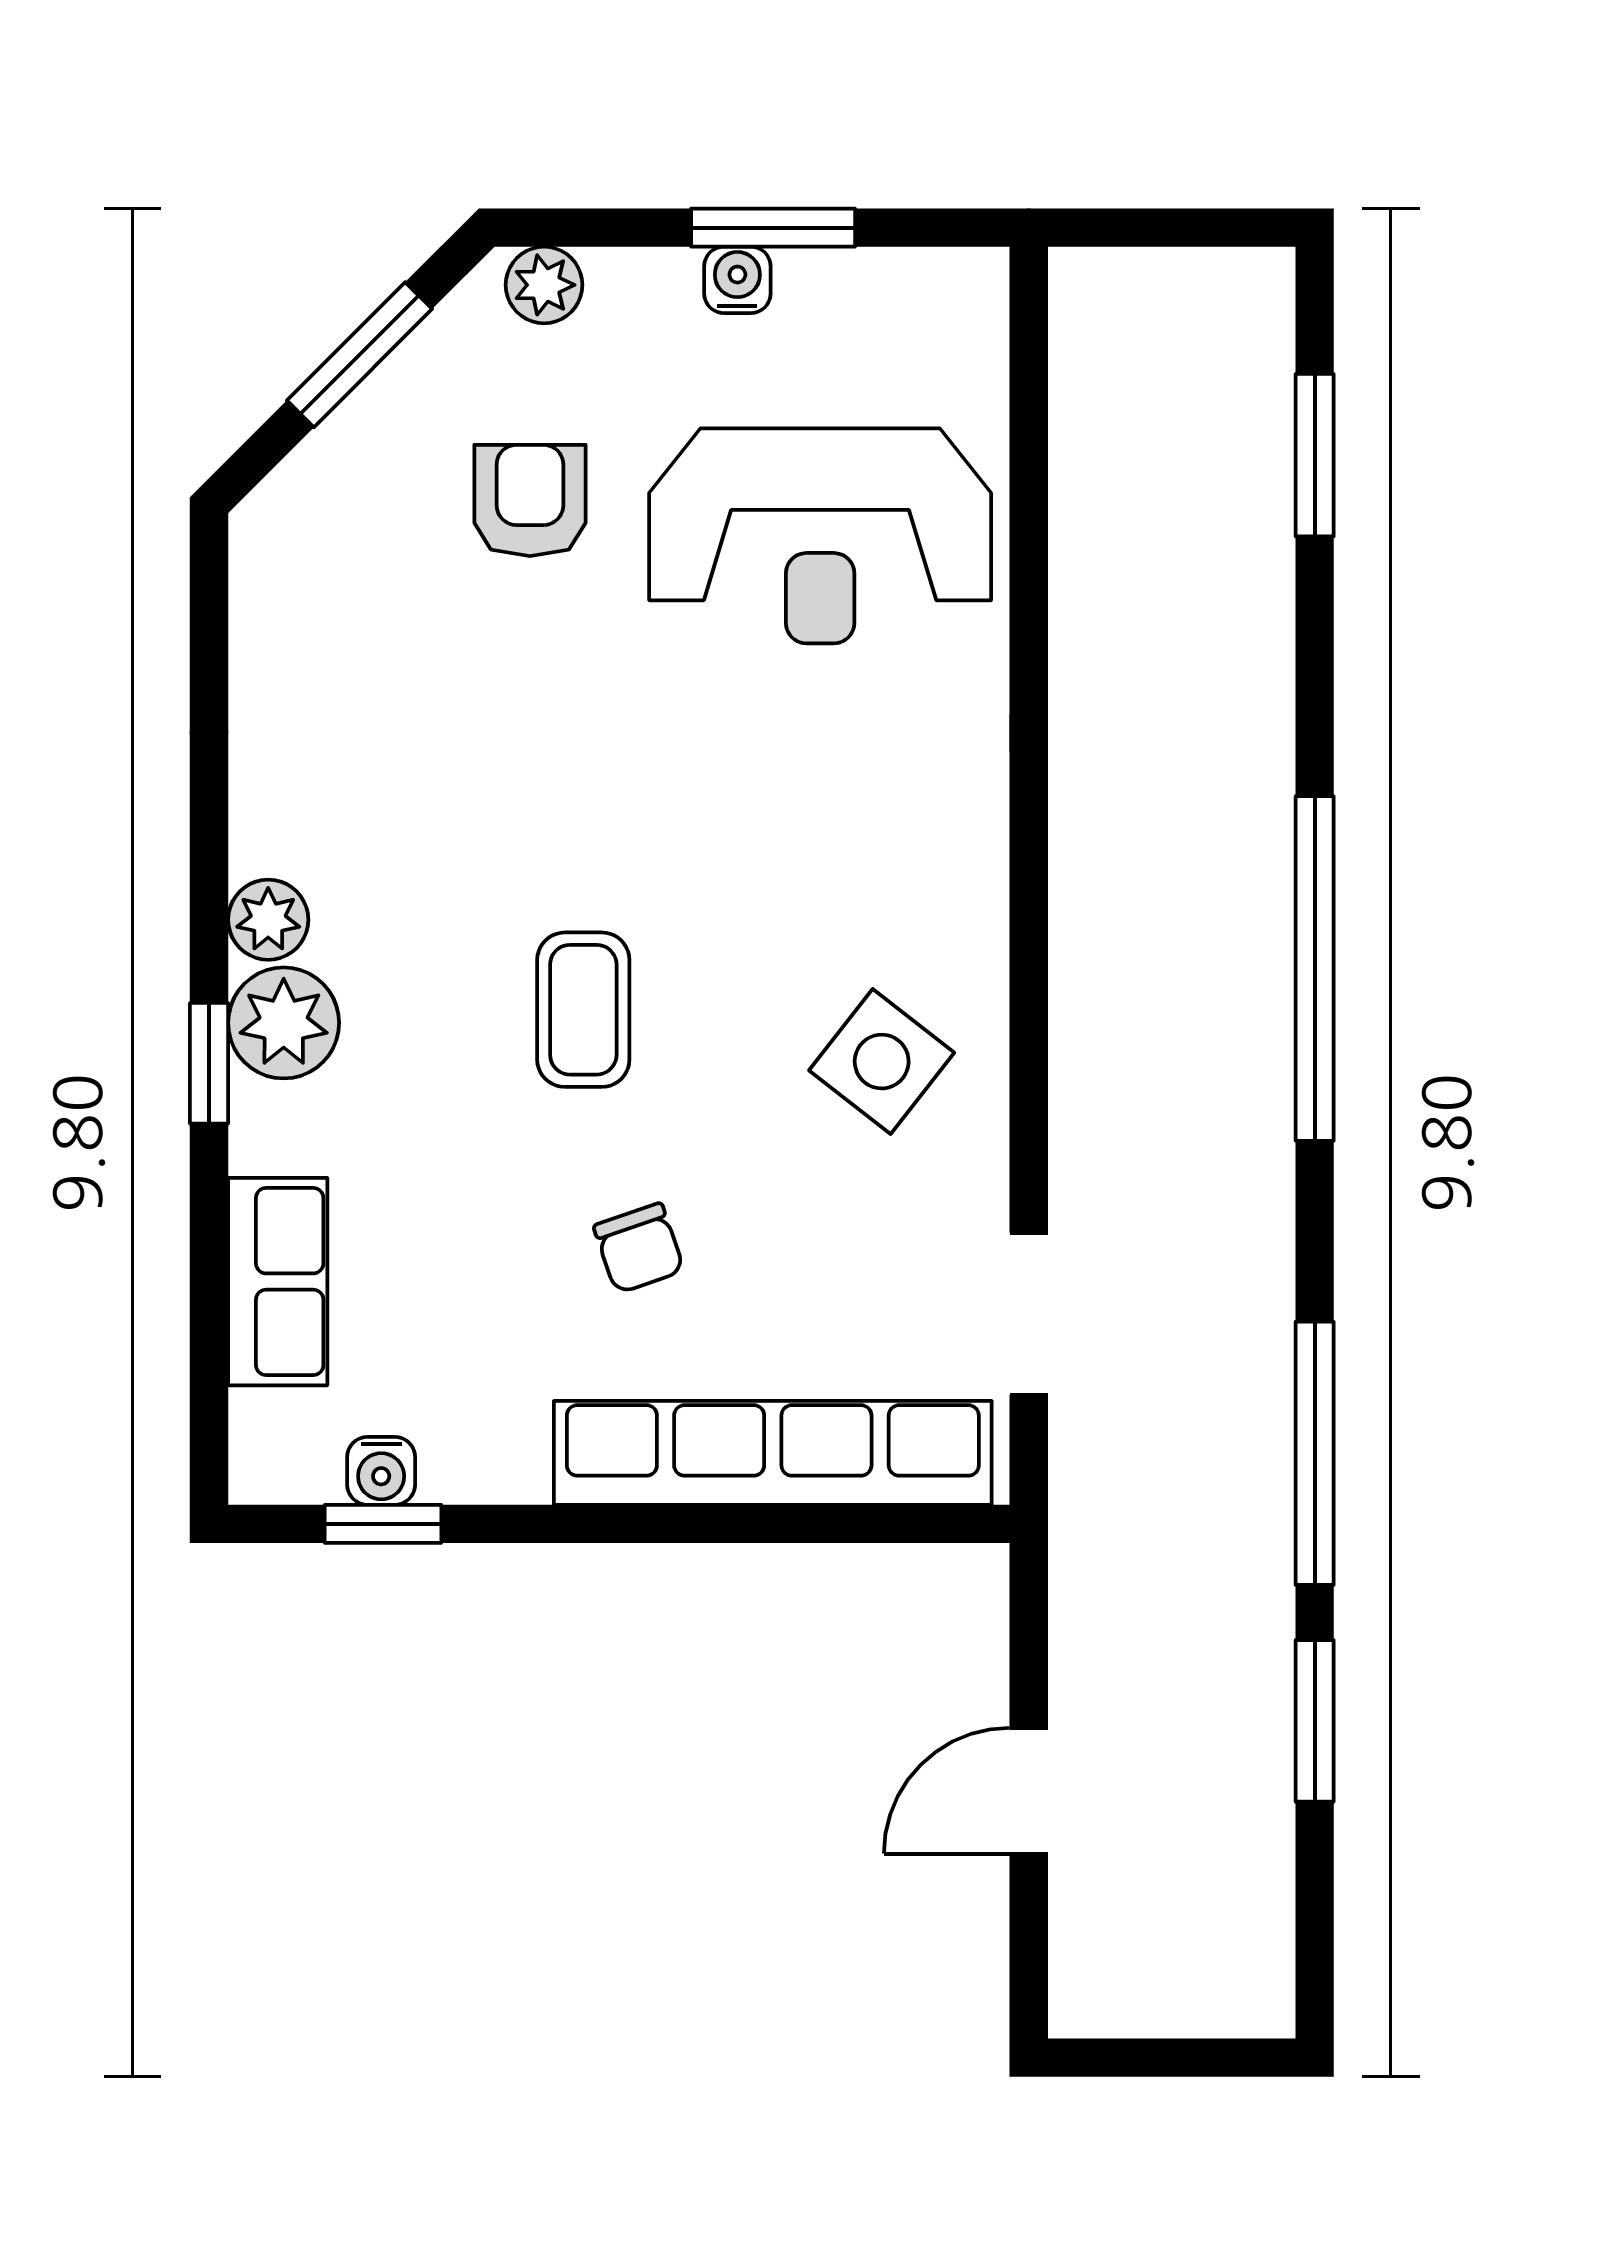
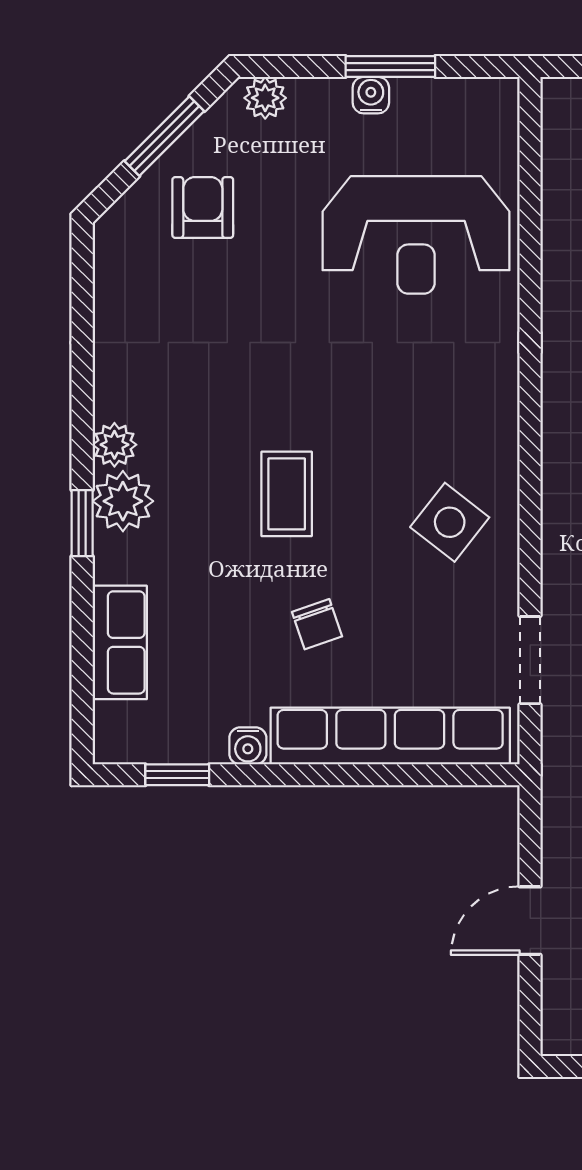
armchair: (530, 500) -> (203, 208), moved
water cooler: (381, 1471) -> (248, 746), moved

